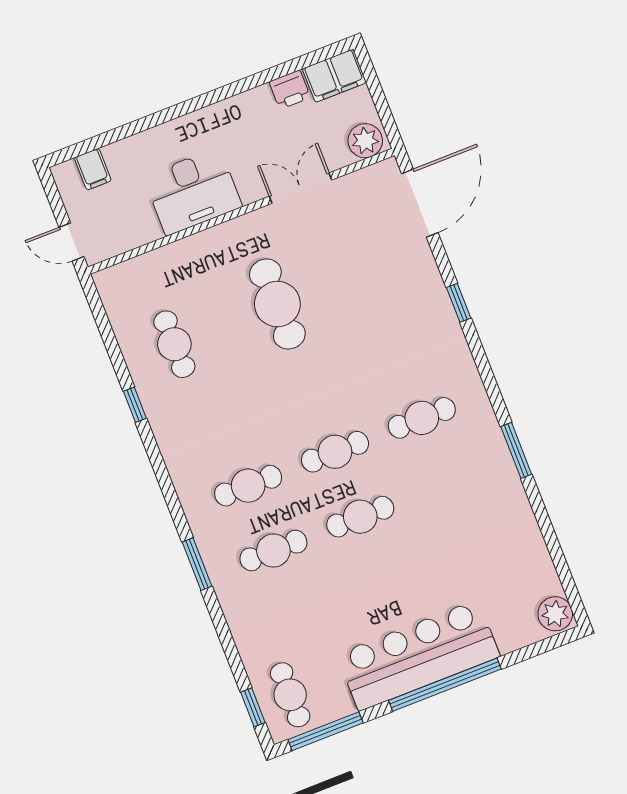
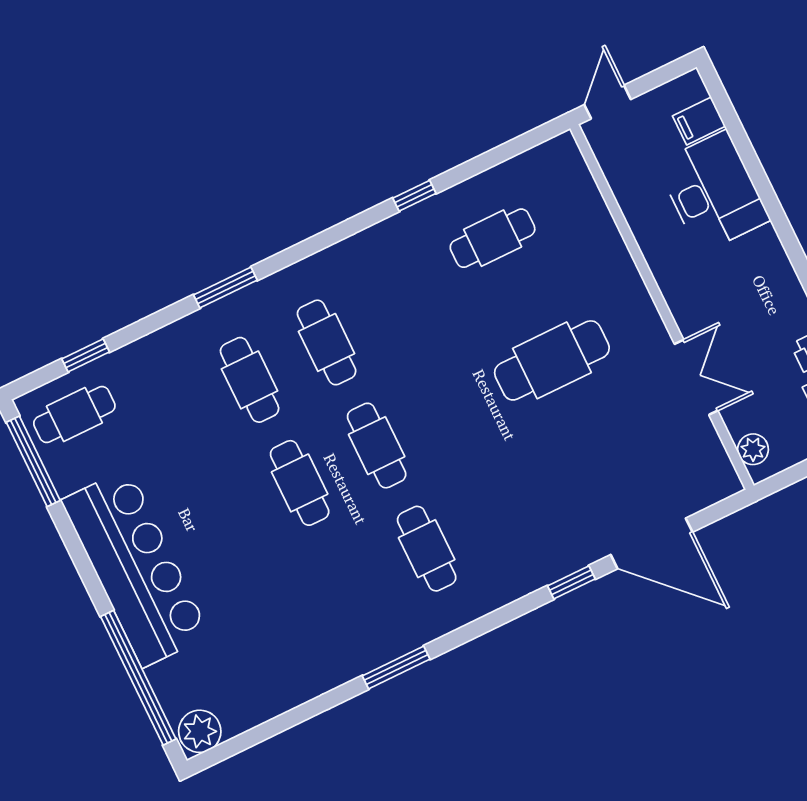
plant: (365, 141) -> (753, 449), width x0.73, depth x0.73
desk: (193, 191) -> (713, 192), moved, turned 180
door: (420, 203) -> (652, 543), moved
window: (445, 685) -> (138, 678), moved
window: (253, 707) -> (86, 355), moved

